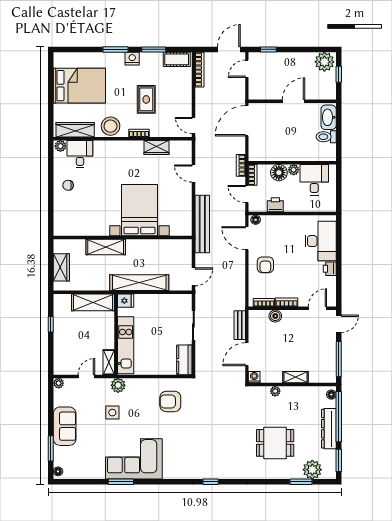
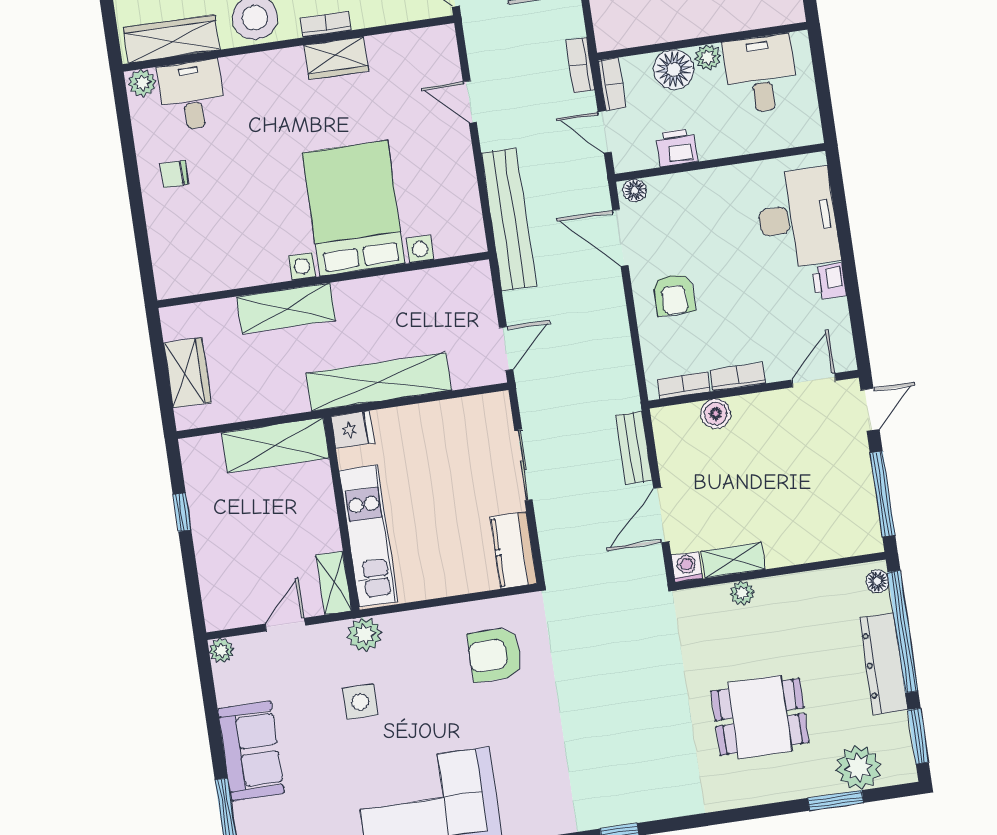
wardrobe: (156, 148) -> (336, 58), moved
shelving: (296, 377) -> (733, 560), moved

